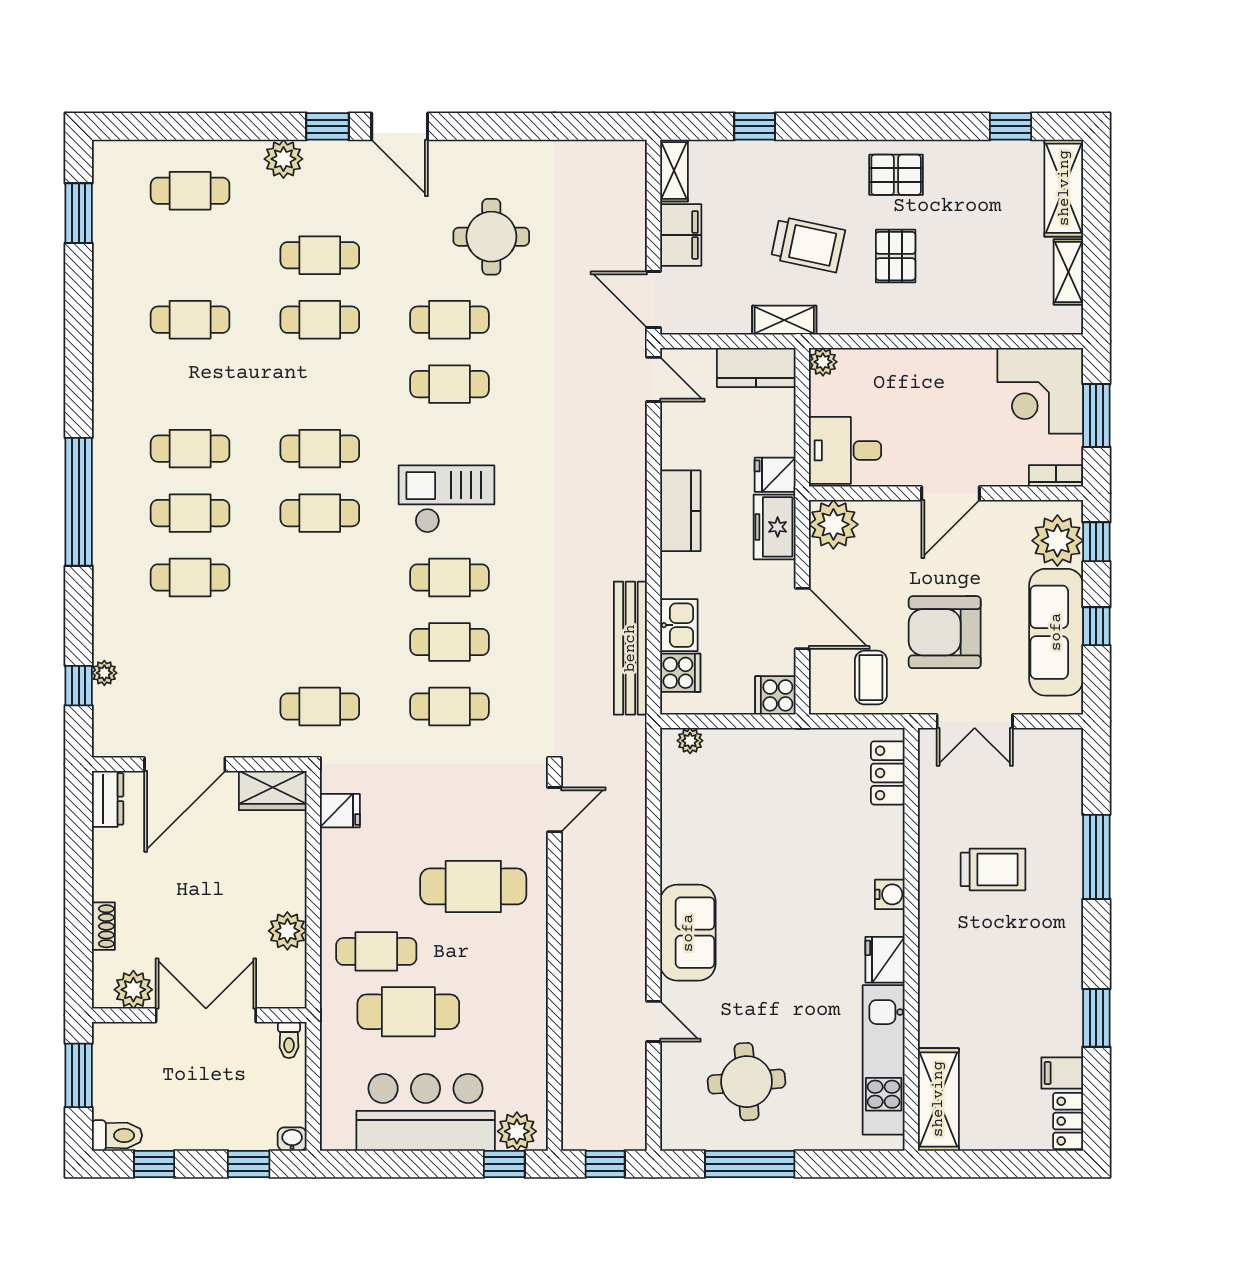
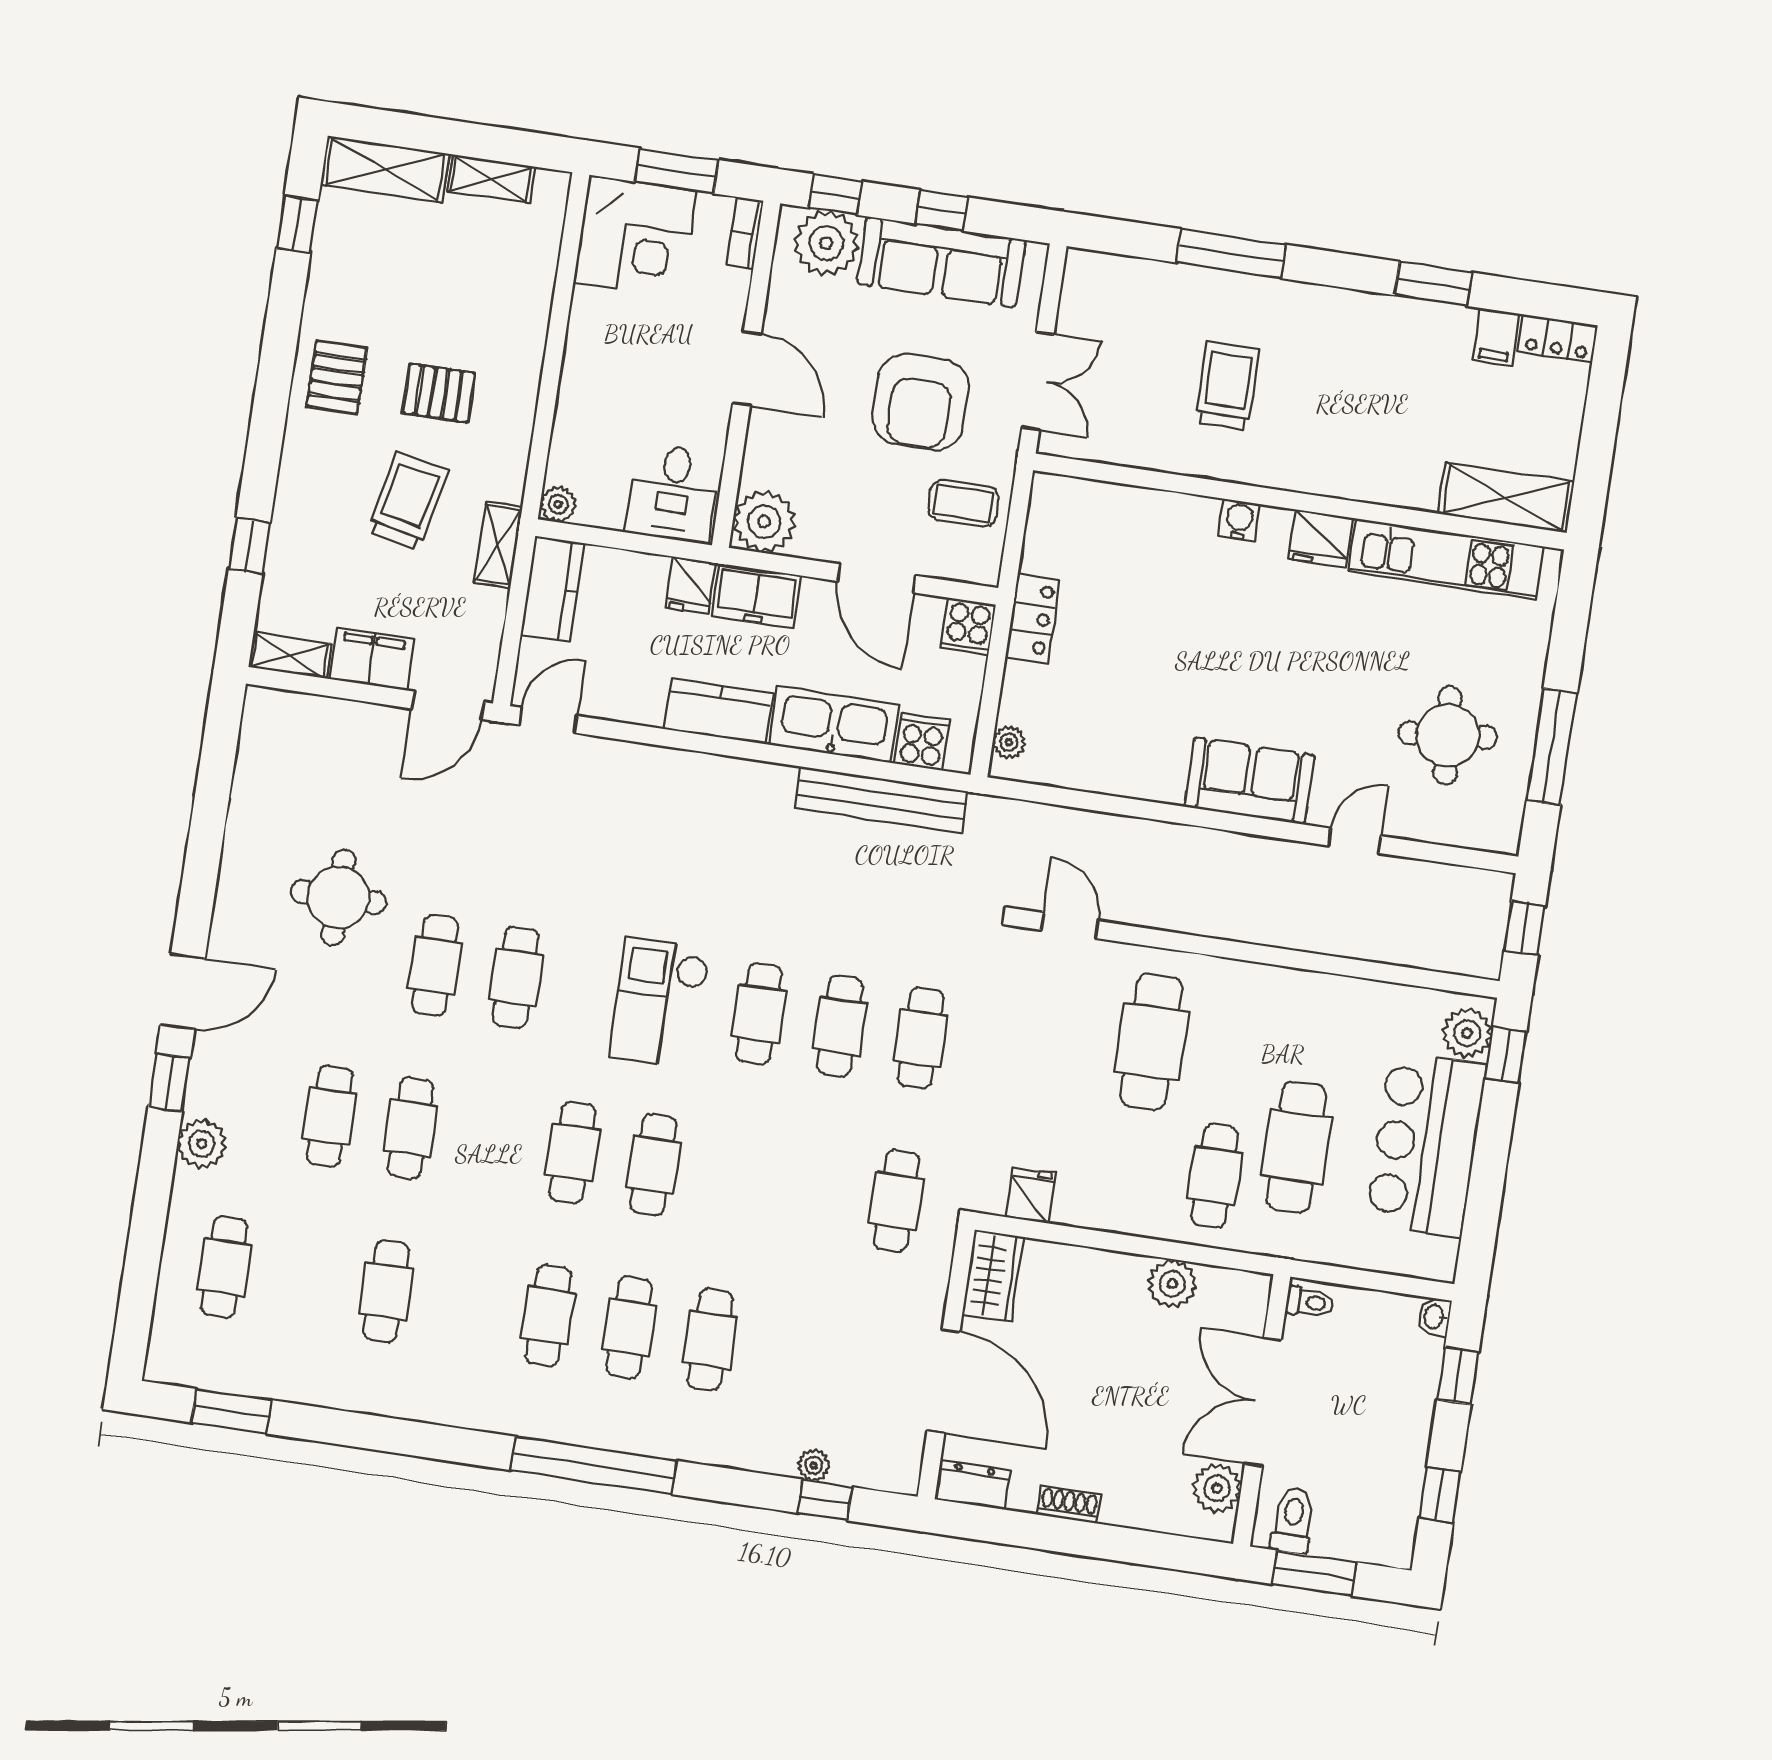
door: (802, 619) -> (877, 578), swing flipped
kitchen sink: (679, 625) -> (834, 725), width x1.87, depth x1.24
locker: (888, 773) -> (1032, 619), moved, turned -90
shoe rack: (103, 926) -> (1069, 1505), moved
toilet: (117, 1135) -> (1293, 1520), moved

